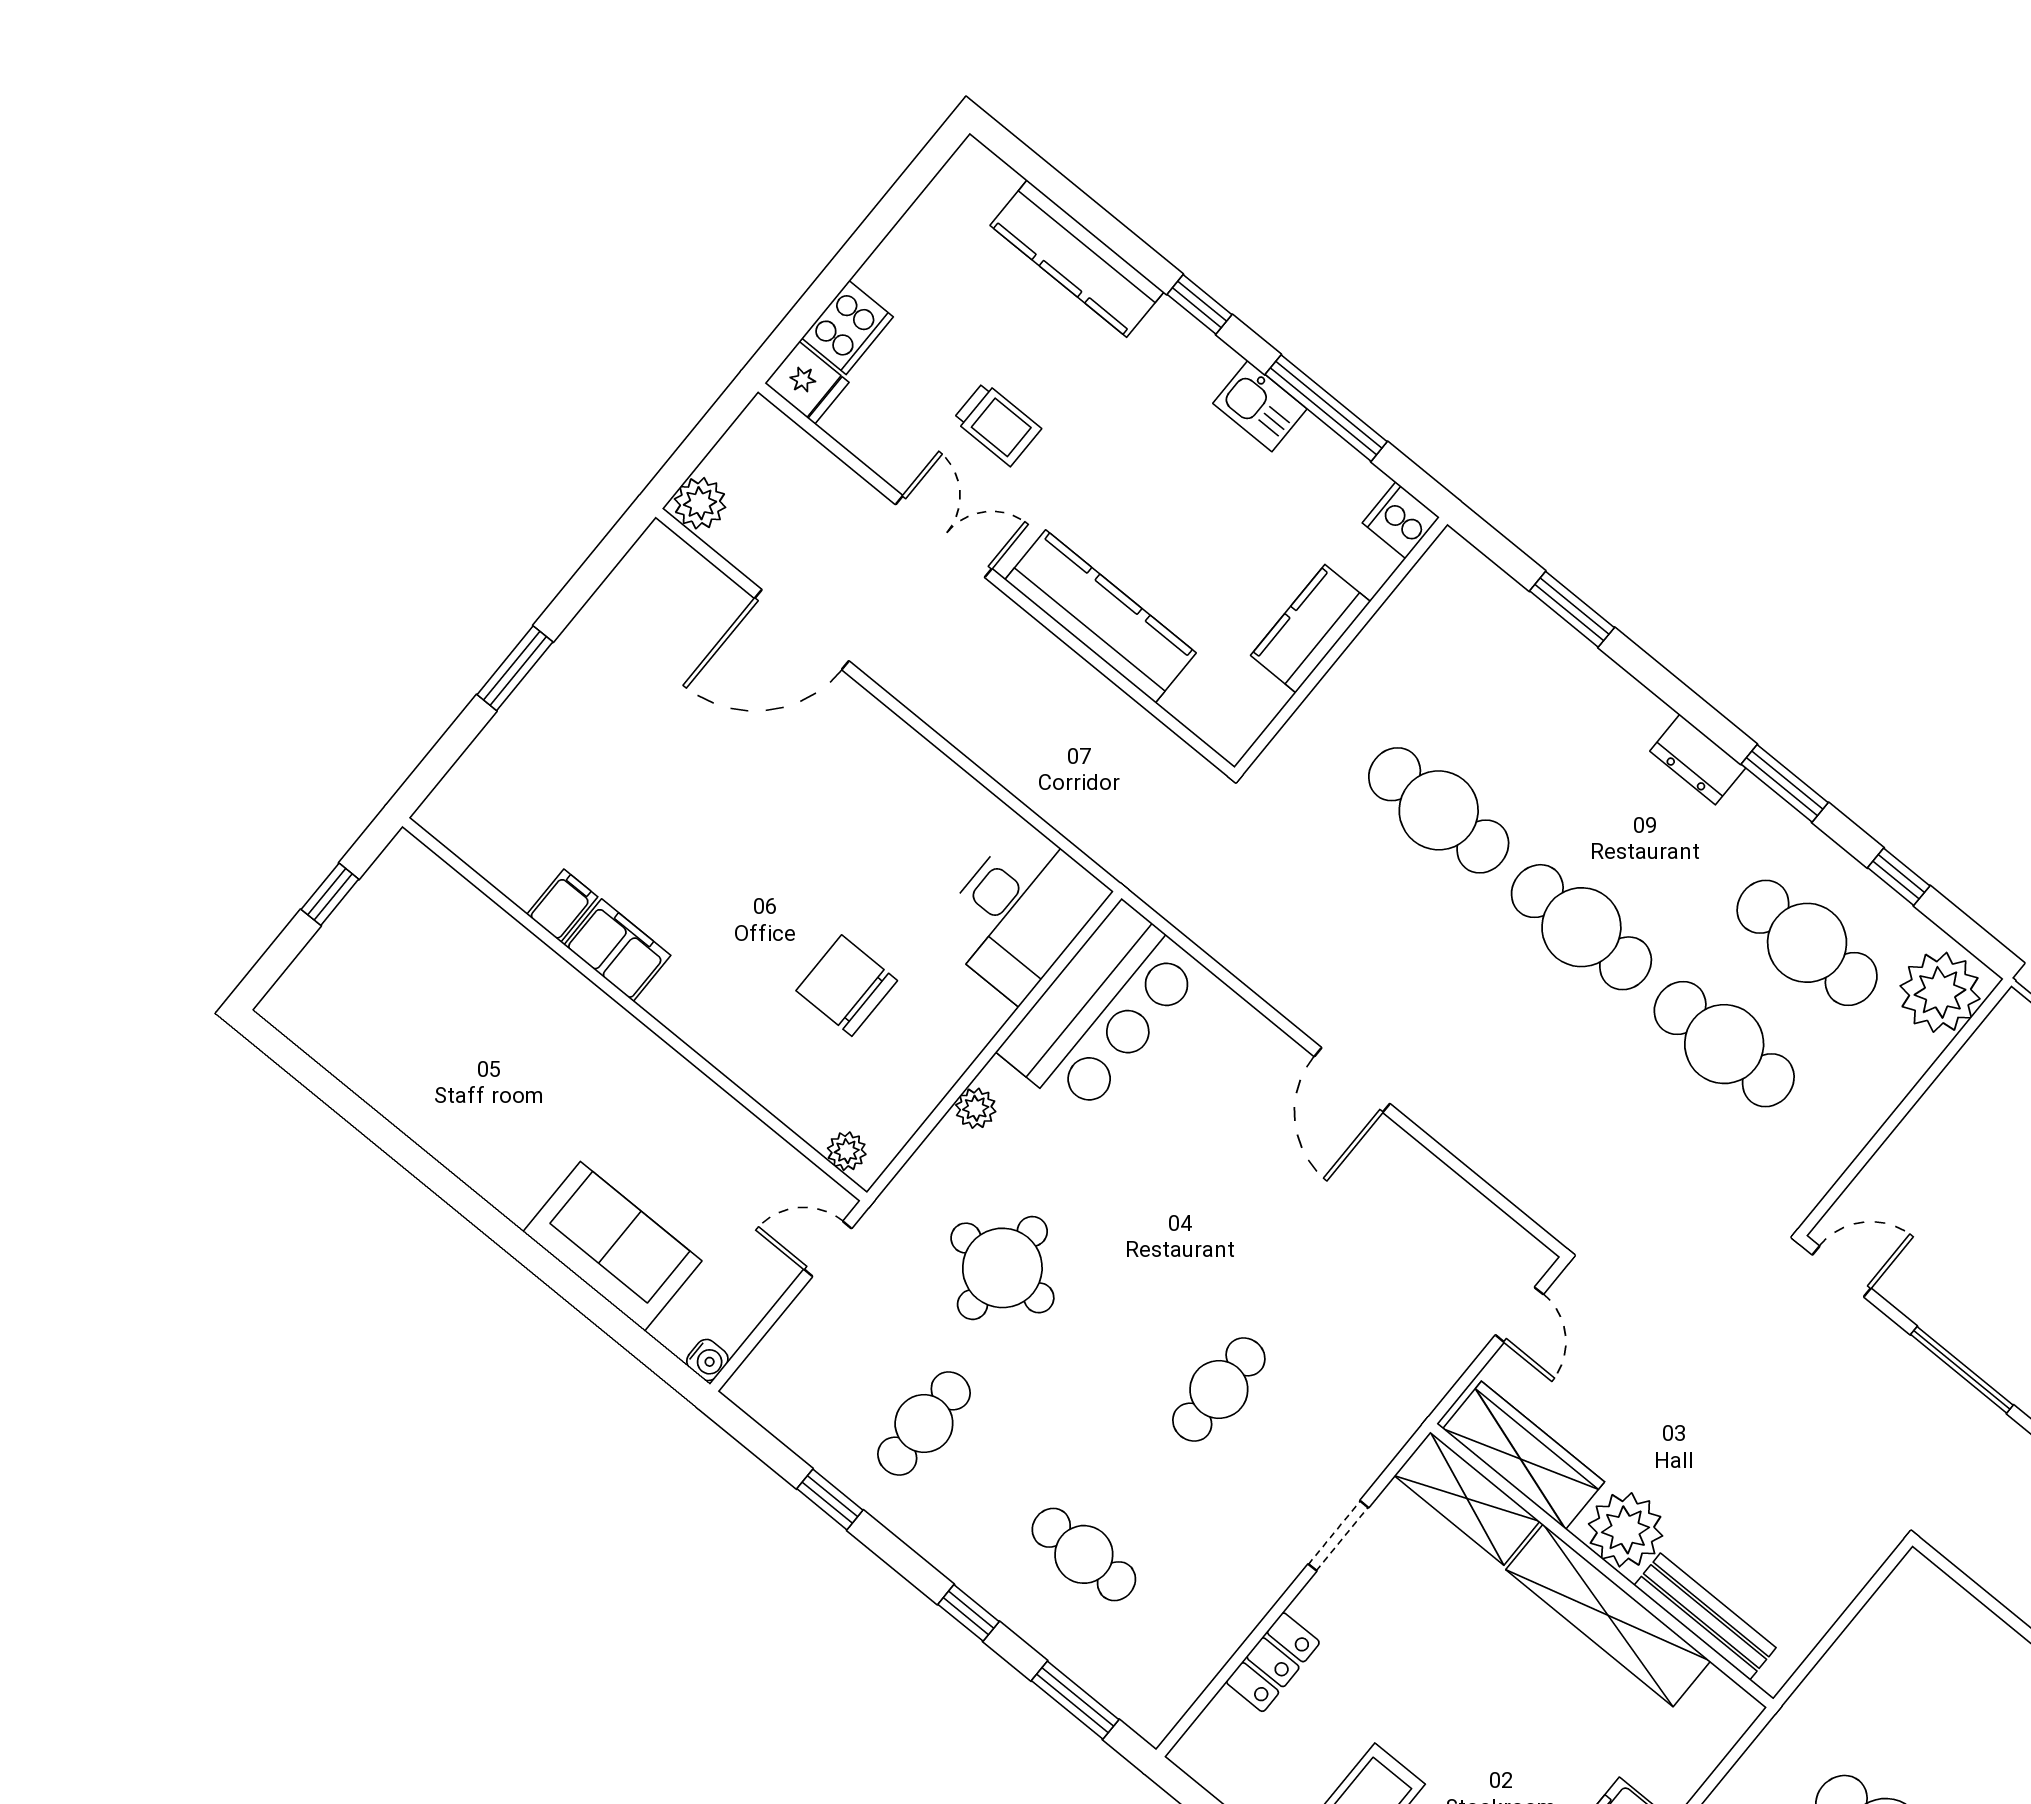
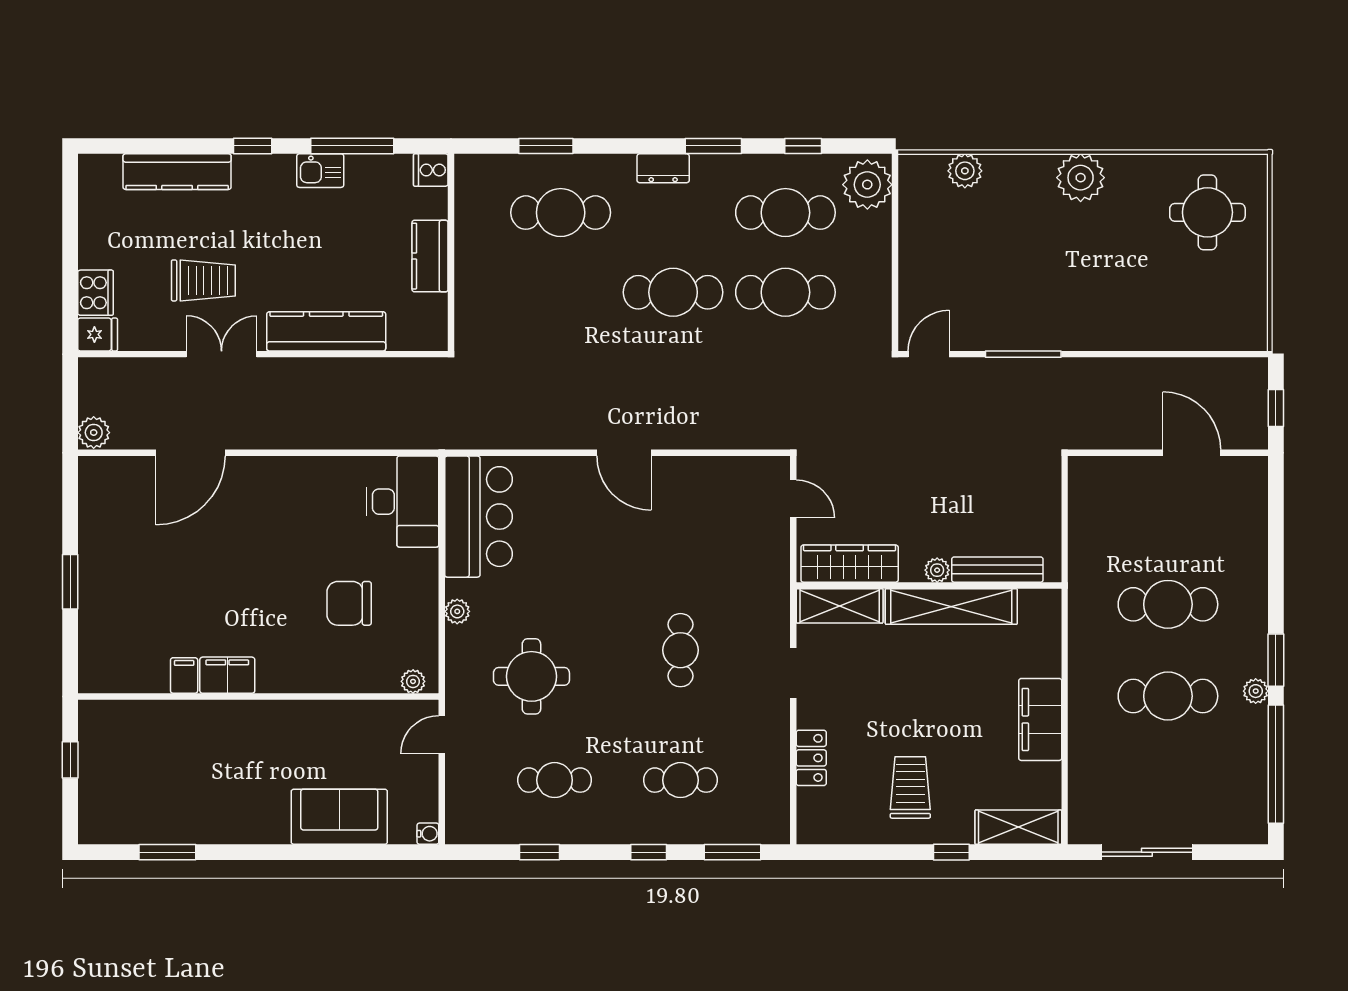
trolley: (997, 424) -> (203, 280), width x1.36, depth x1.39
cafe table: (1439, 810) -> (561, 213), moved
window: (357, 1113) -> (167, 852), added
cafe table: (924, 1424) -> (555, 780), turned 90
plant: (1626, 1530) -> (937, 570), width x0.53, depth x0.53

